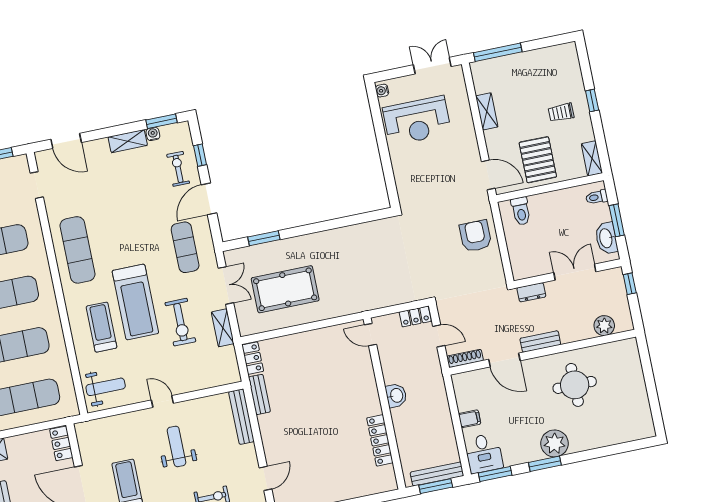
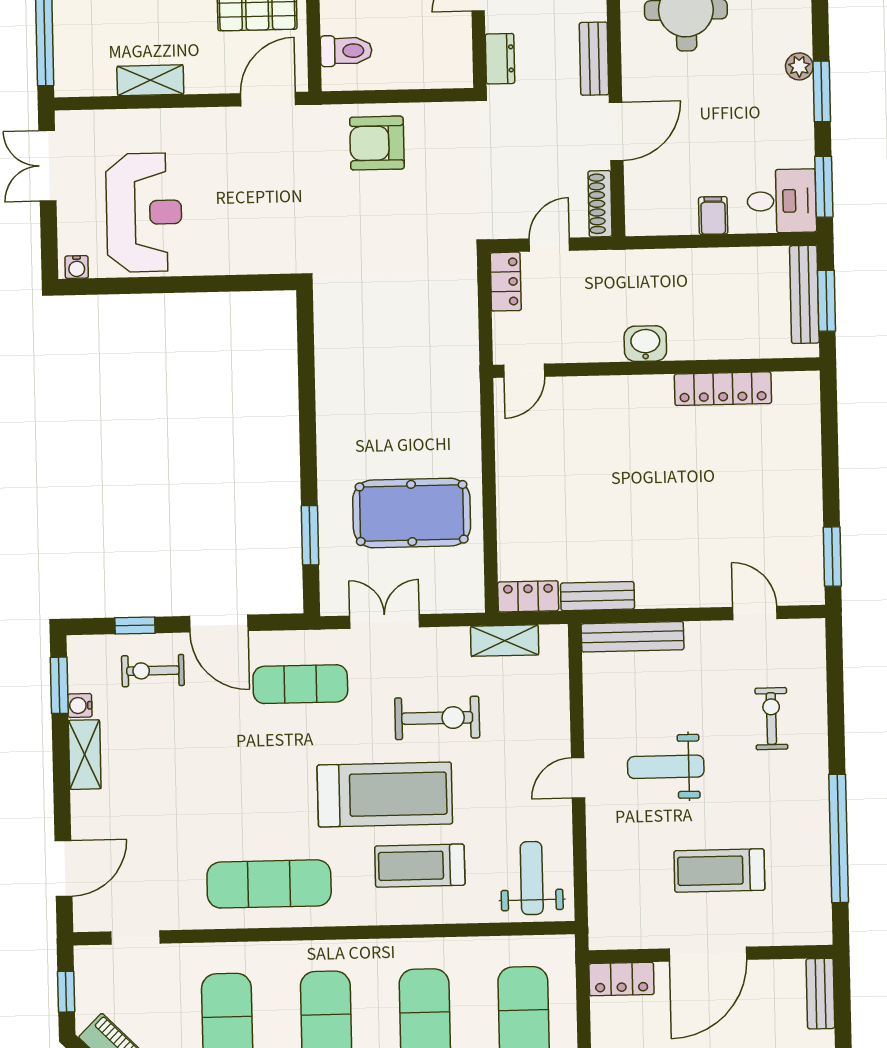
pool table: (285, 289) -> (412, 513), turned 90
shelving: (223, 328) -> (505, 641), moved
plant: (554, 443) -> (799, 66), width x0.53, depth x0.53

